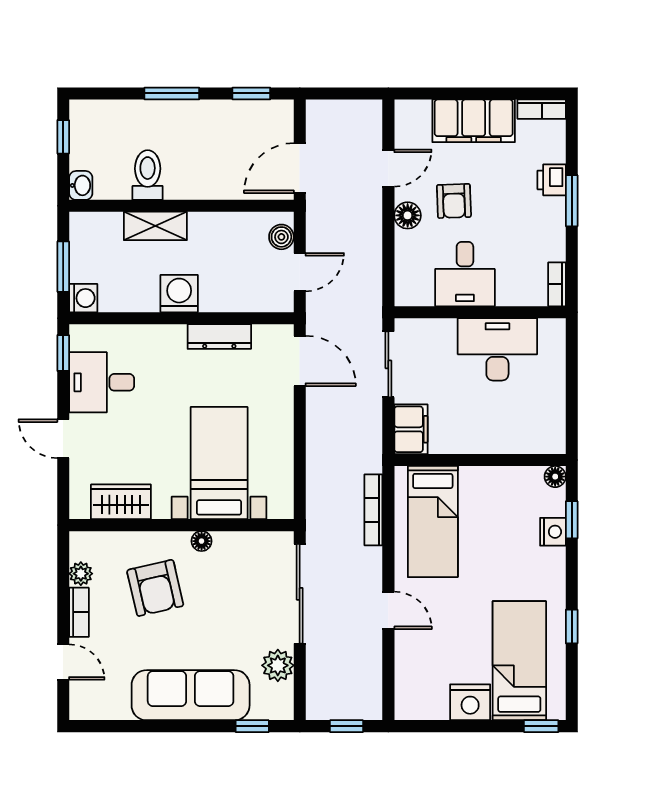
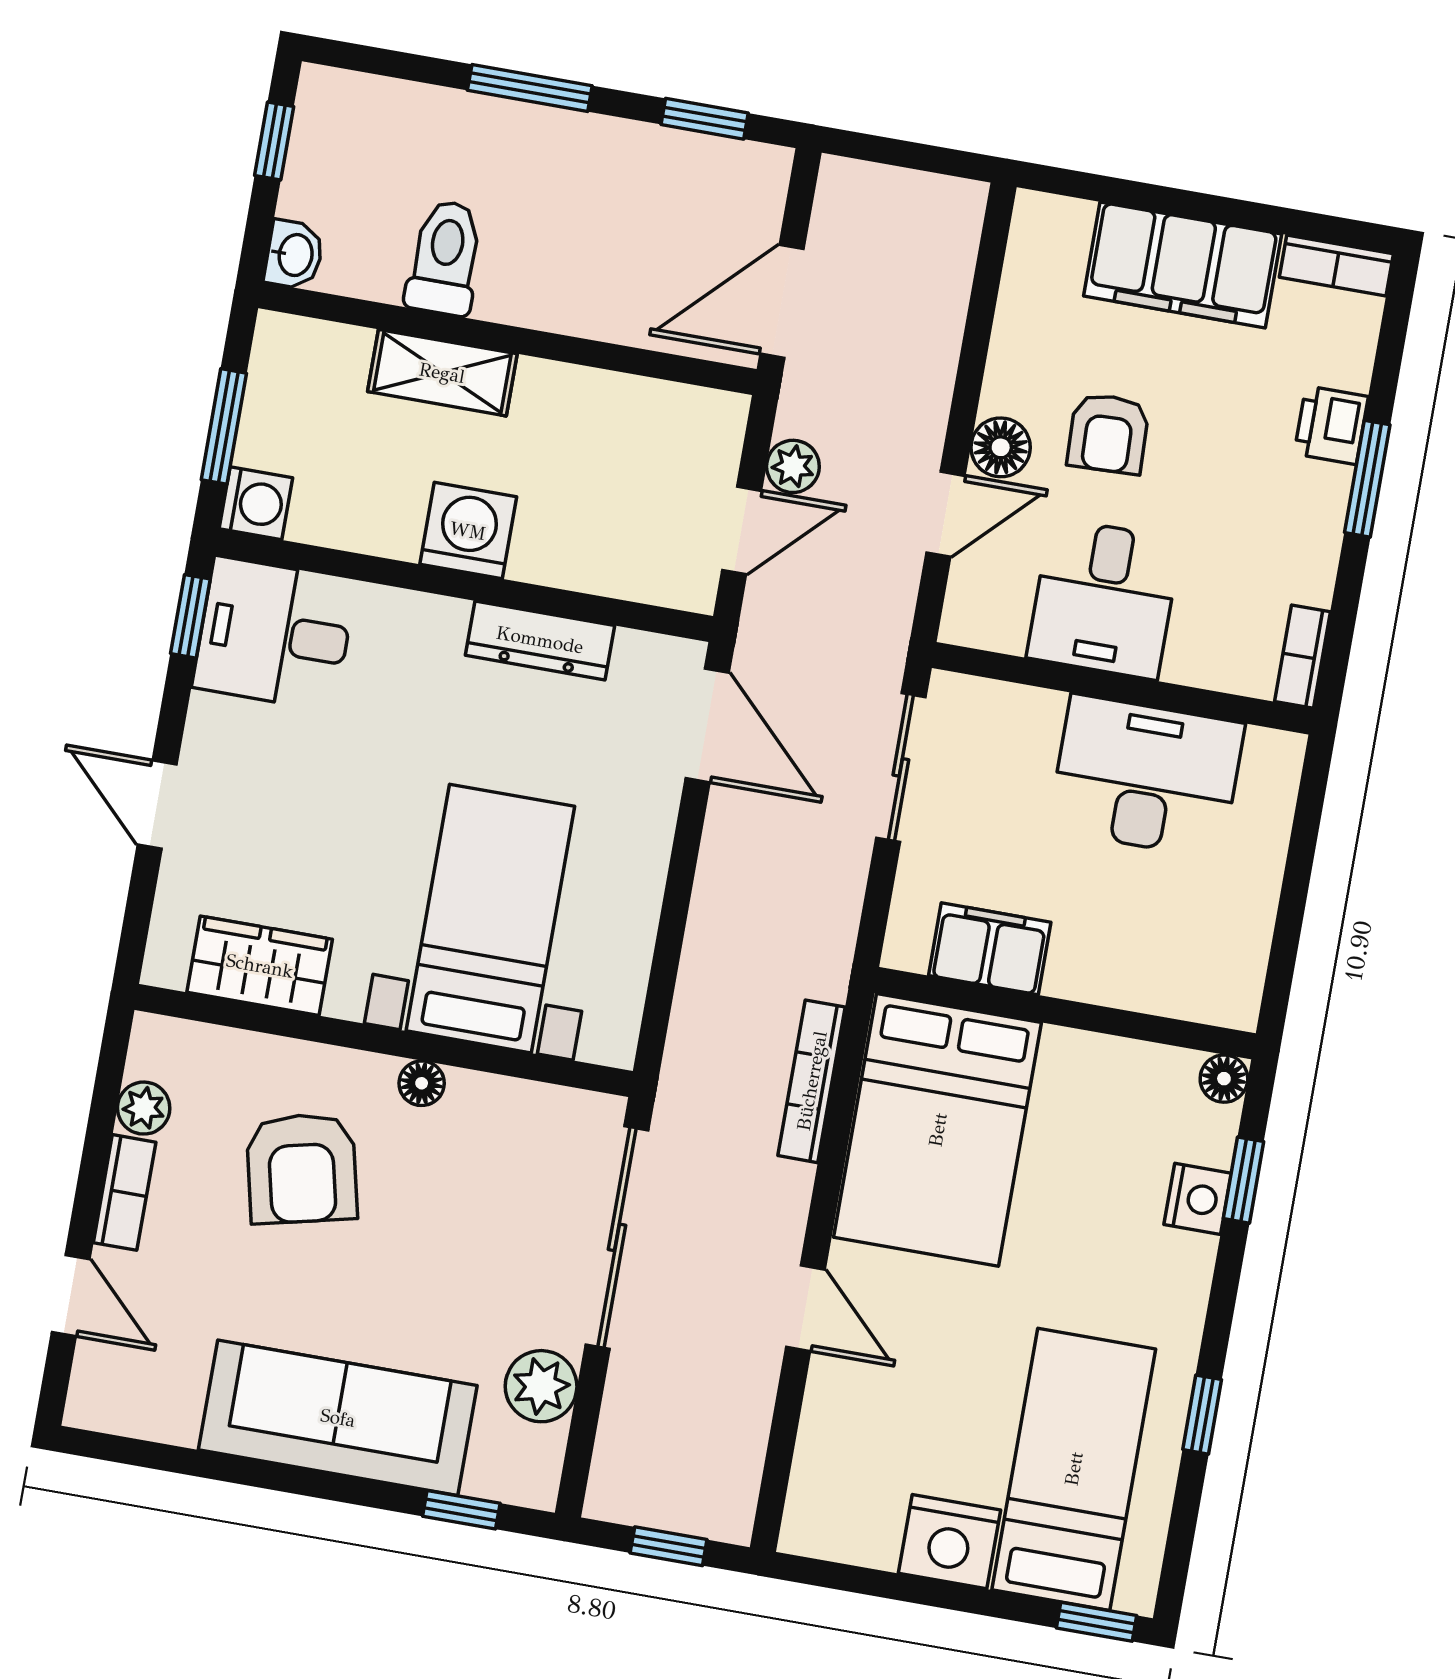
door: (388, 168) -> (946, 514), moved
boiler: (281, 237) -> (715, 446), removed
plant: (317, 240) -> (793, 466), added
desk: (102, 382) -> (274, 634), moved
filing cabinet: (411, 429) -> (990, 949), moved, turned -90
bed: (433, 521) -> (938, 1130), width x1.50

